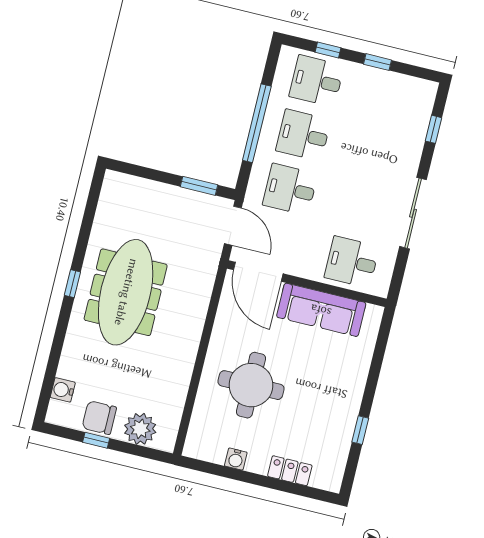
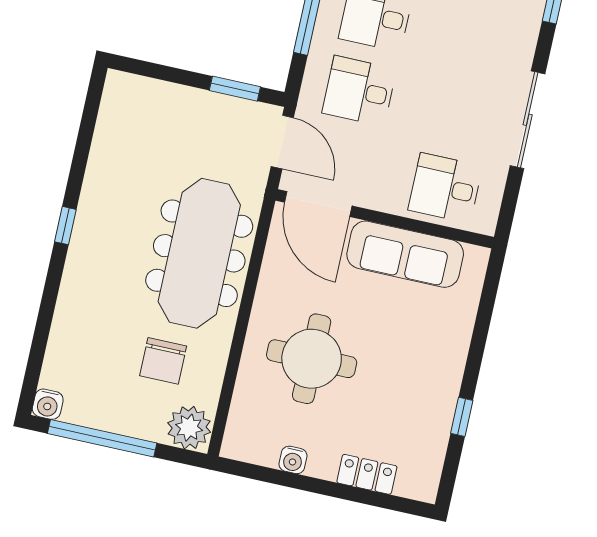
meeting table: (126, 292) -> (199, 253), moved
water cooler: (63, 390) -> (48, 404), moved, turned -90
chair: (99, 418) -> (163, 361), moved, turned -90
plant: (140, 429) -> (189, 428), moved
window: (96, 440) -> (102, 438), width x3.17

